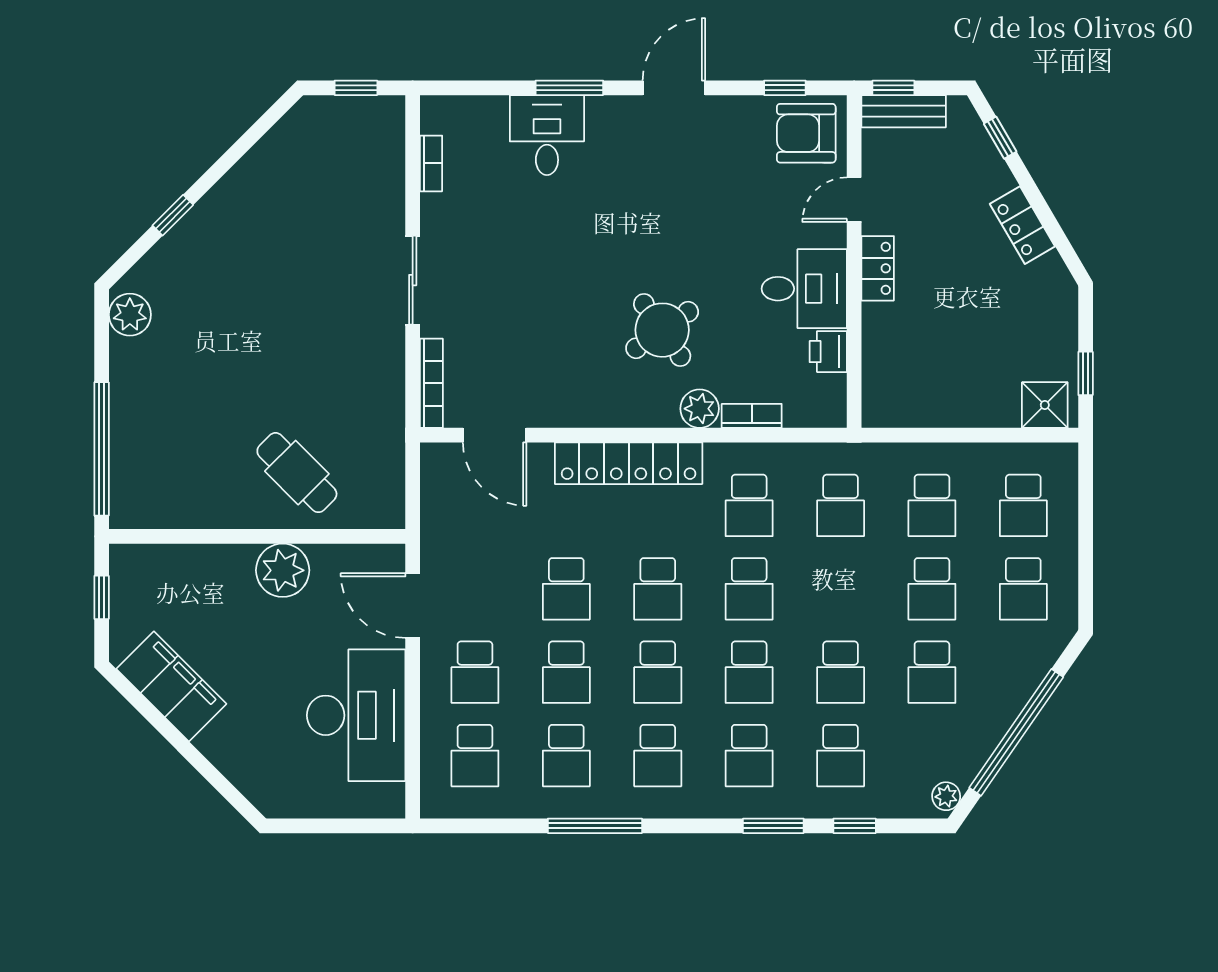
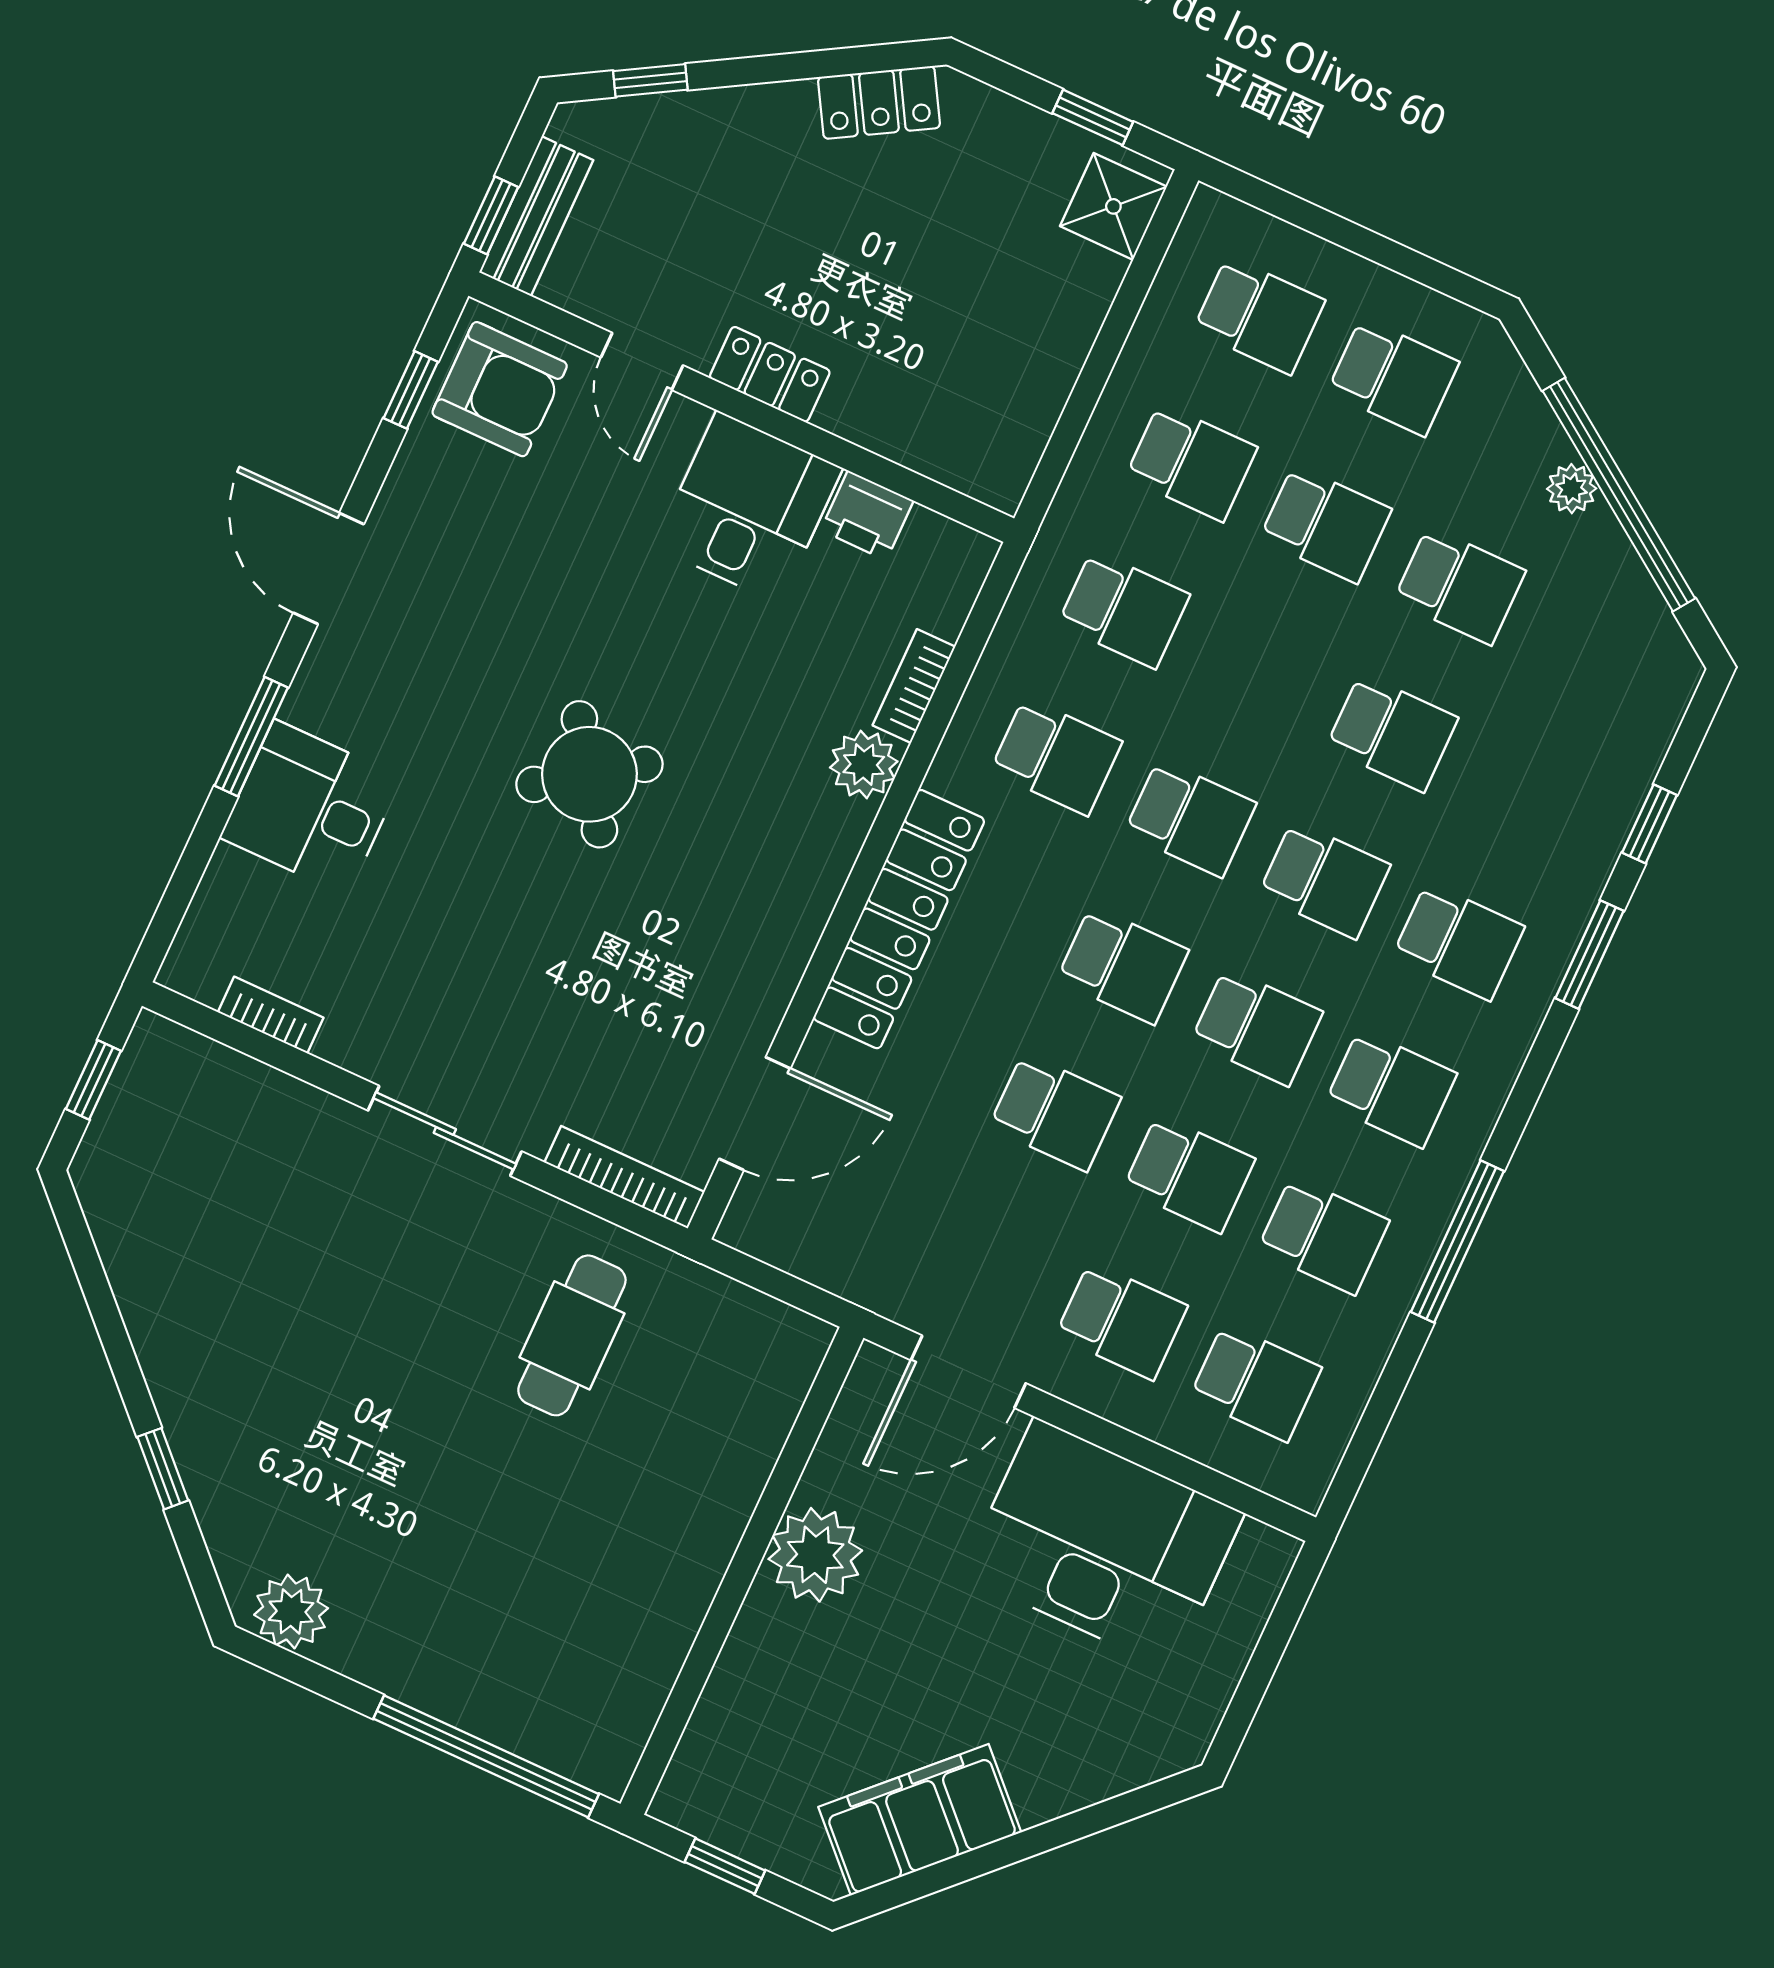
armchair: (806, 133) -> (500, 389), turned -90
locker: (1022, 225) -> (879, 102), moved
round table: (662, 330) -> (589, 774), moved
cafe table: (297, 473) -> (572, 1335), moved, turned -45
school desk: (841, 756) -> (1526, 794), removed
plant: (946, 796) -> (1572, 489), moved

